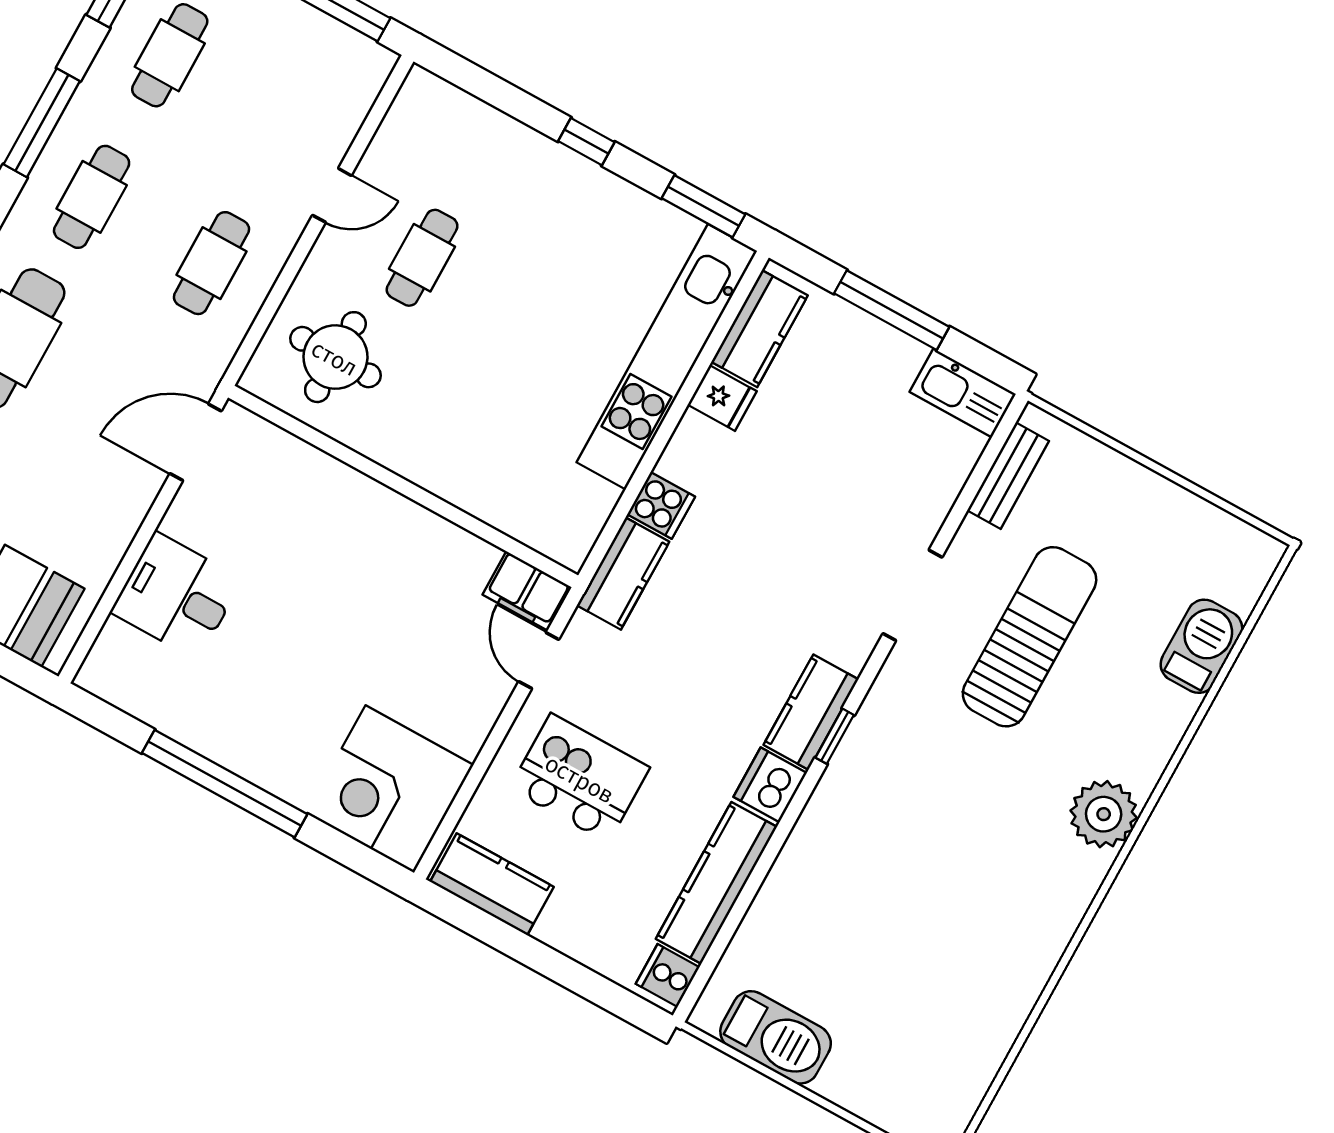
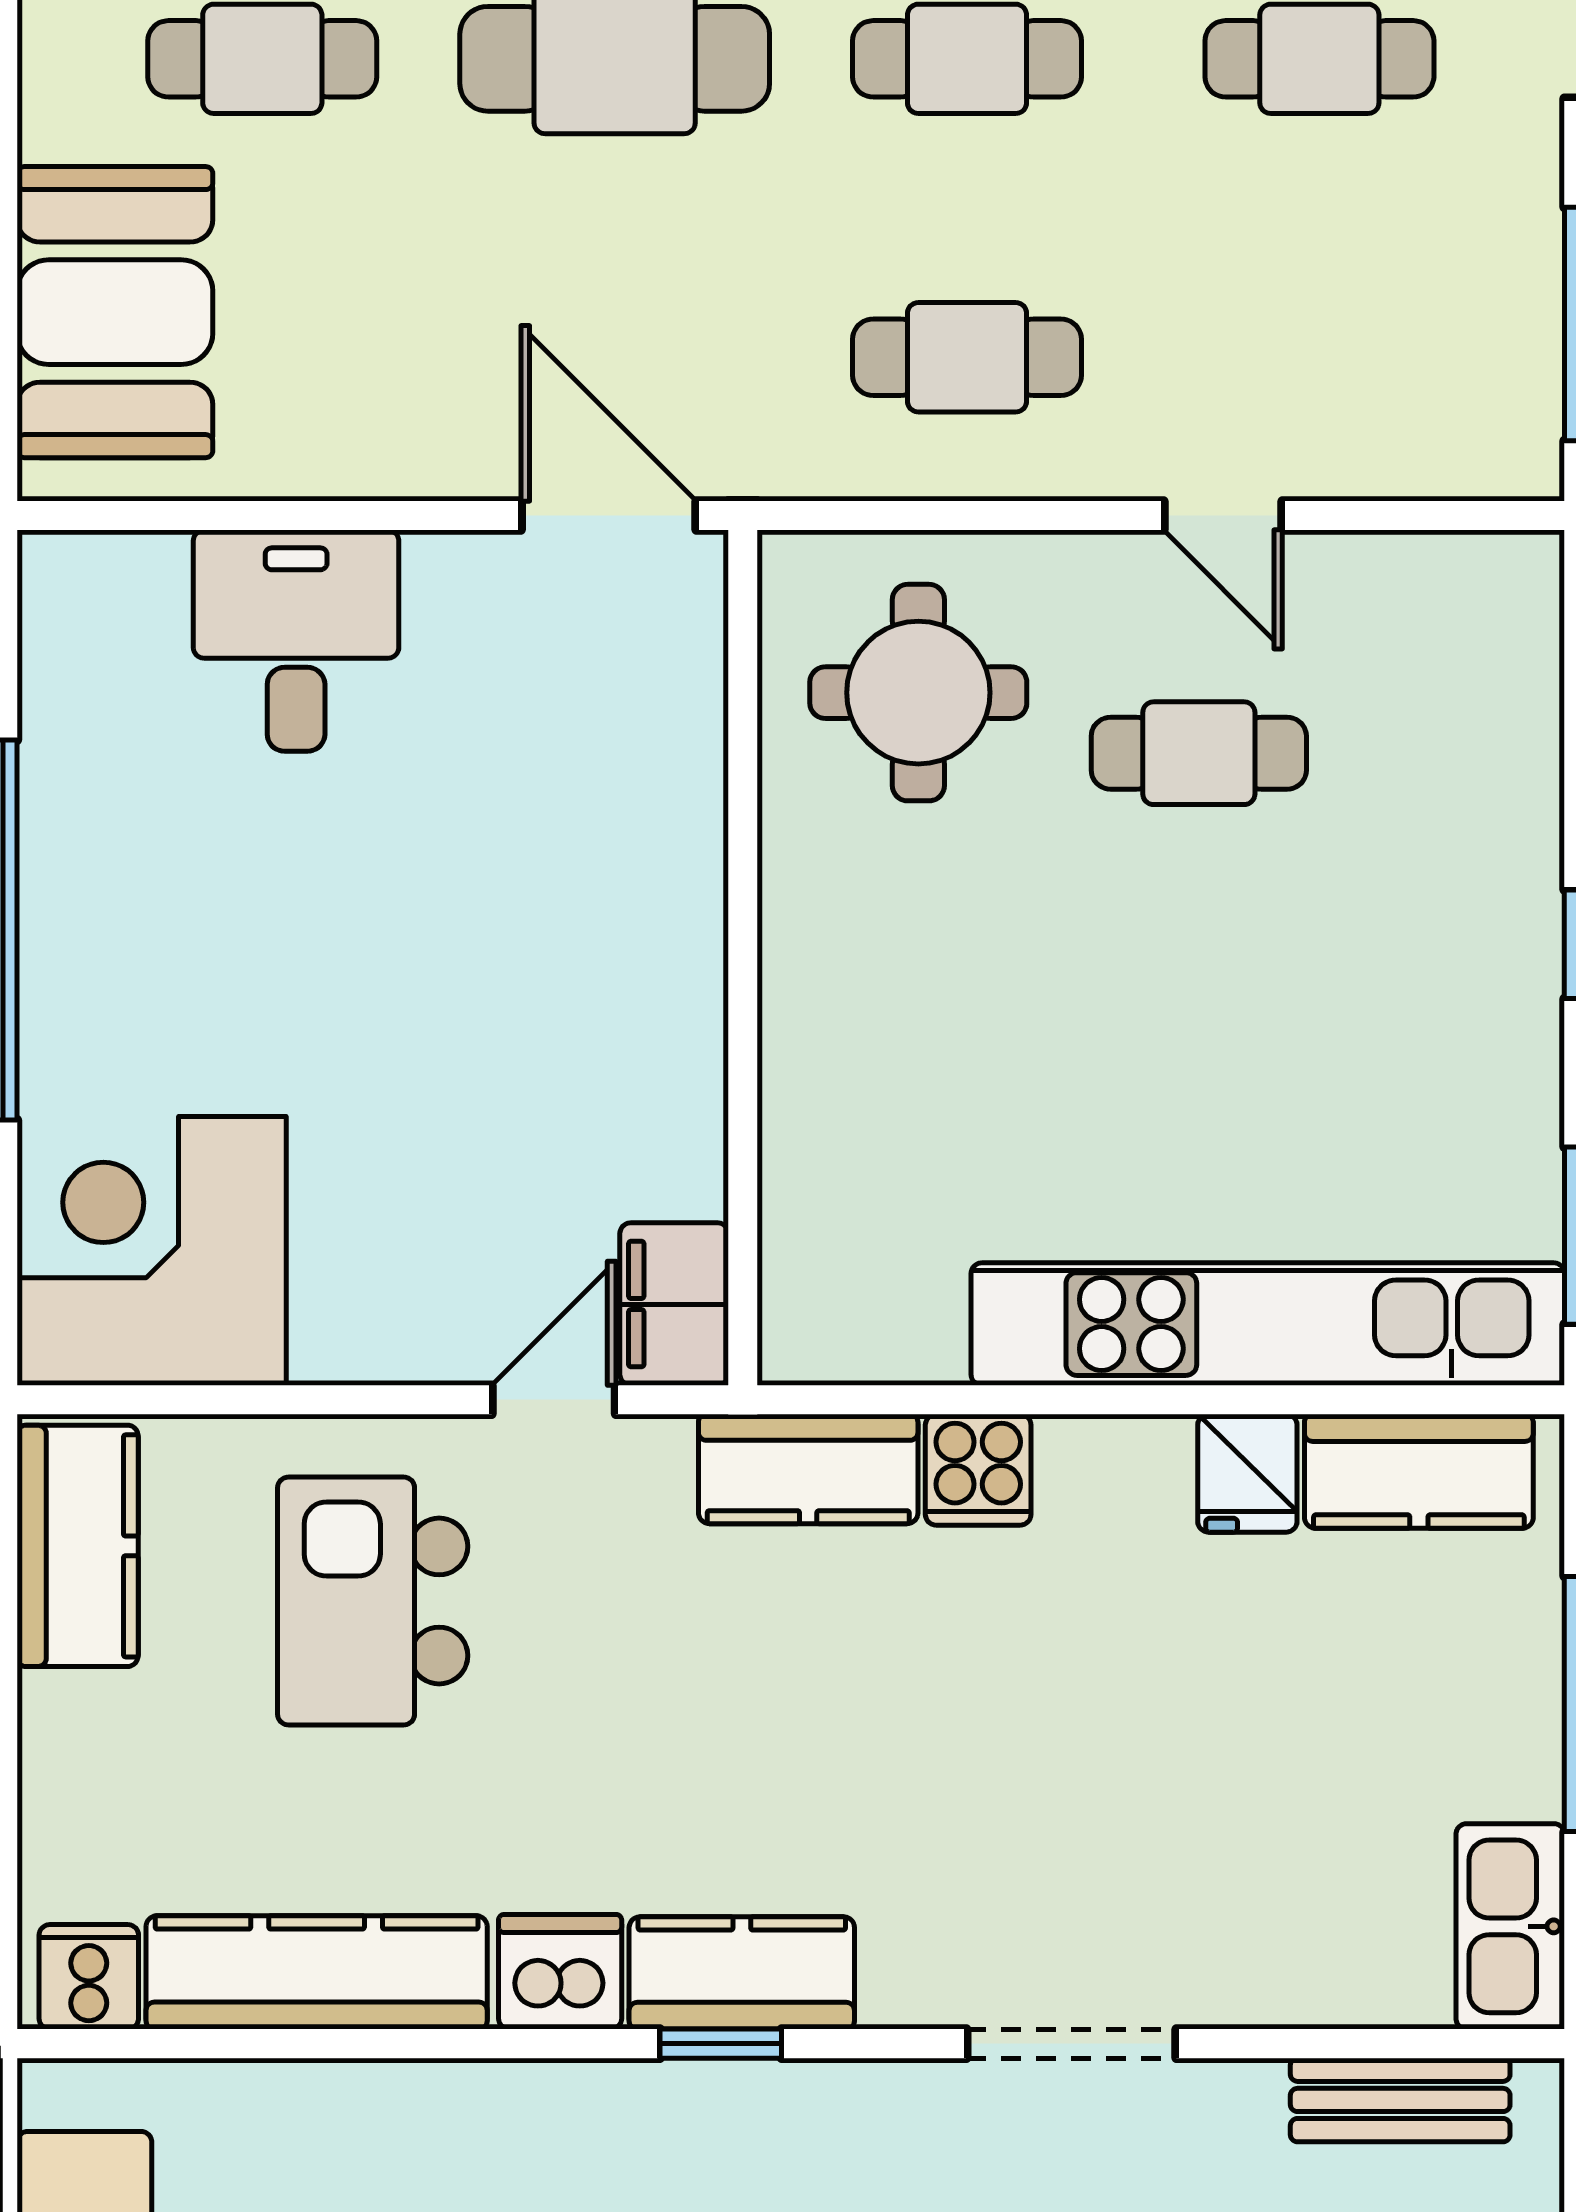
kitchen island: (580, 778) -> (373, 1601), turned 180

